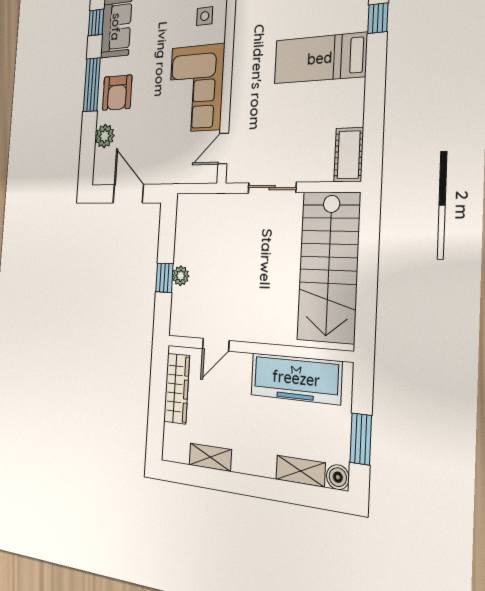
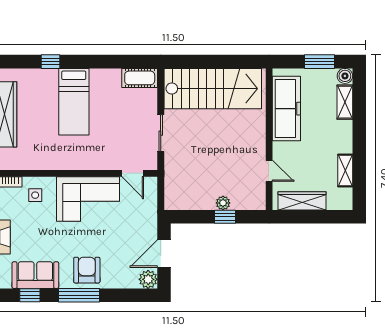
armchair: (117, 93) -> (87, 270), turned -90
plant: (105, 136) -> (148, 279), moved

